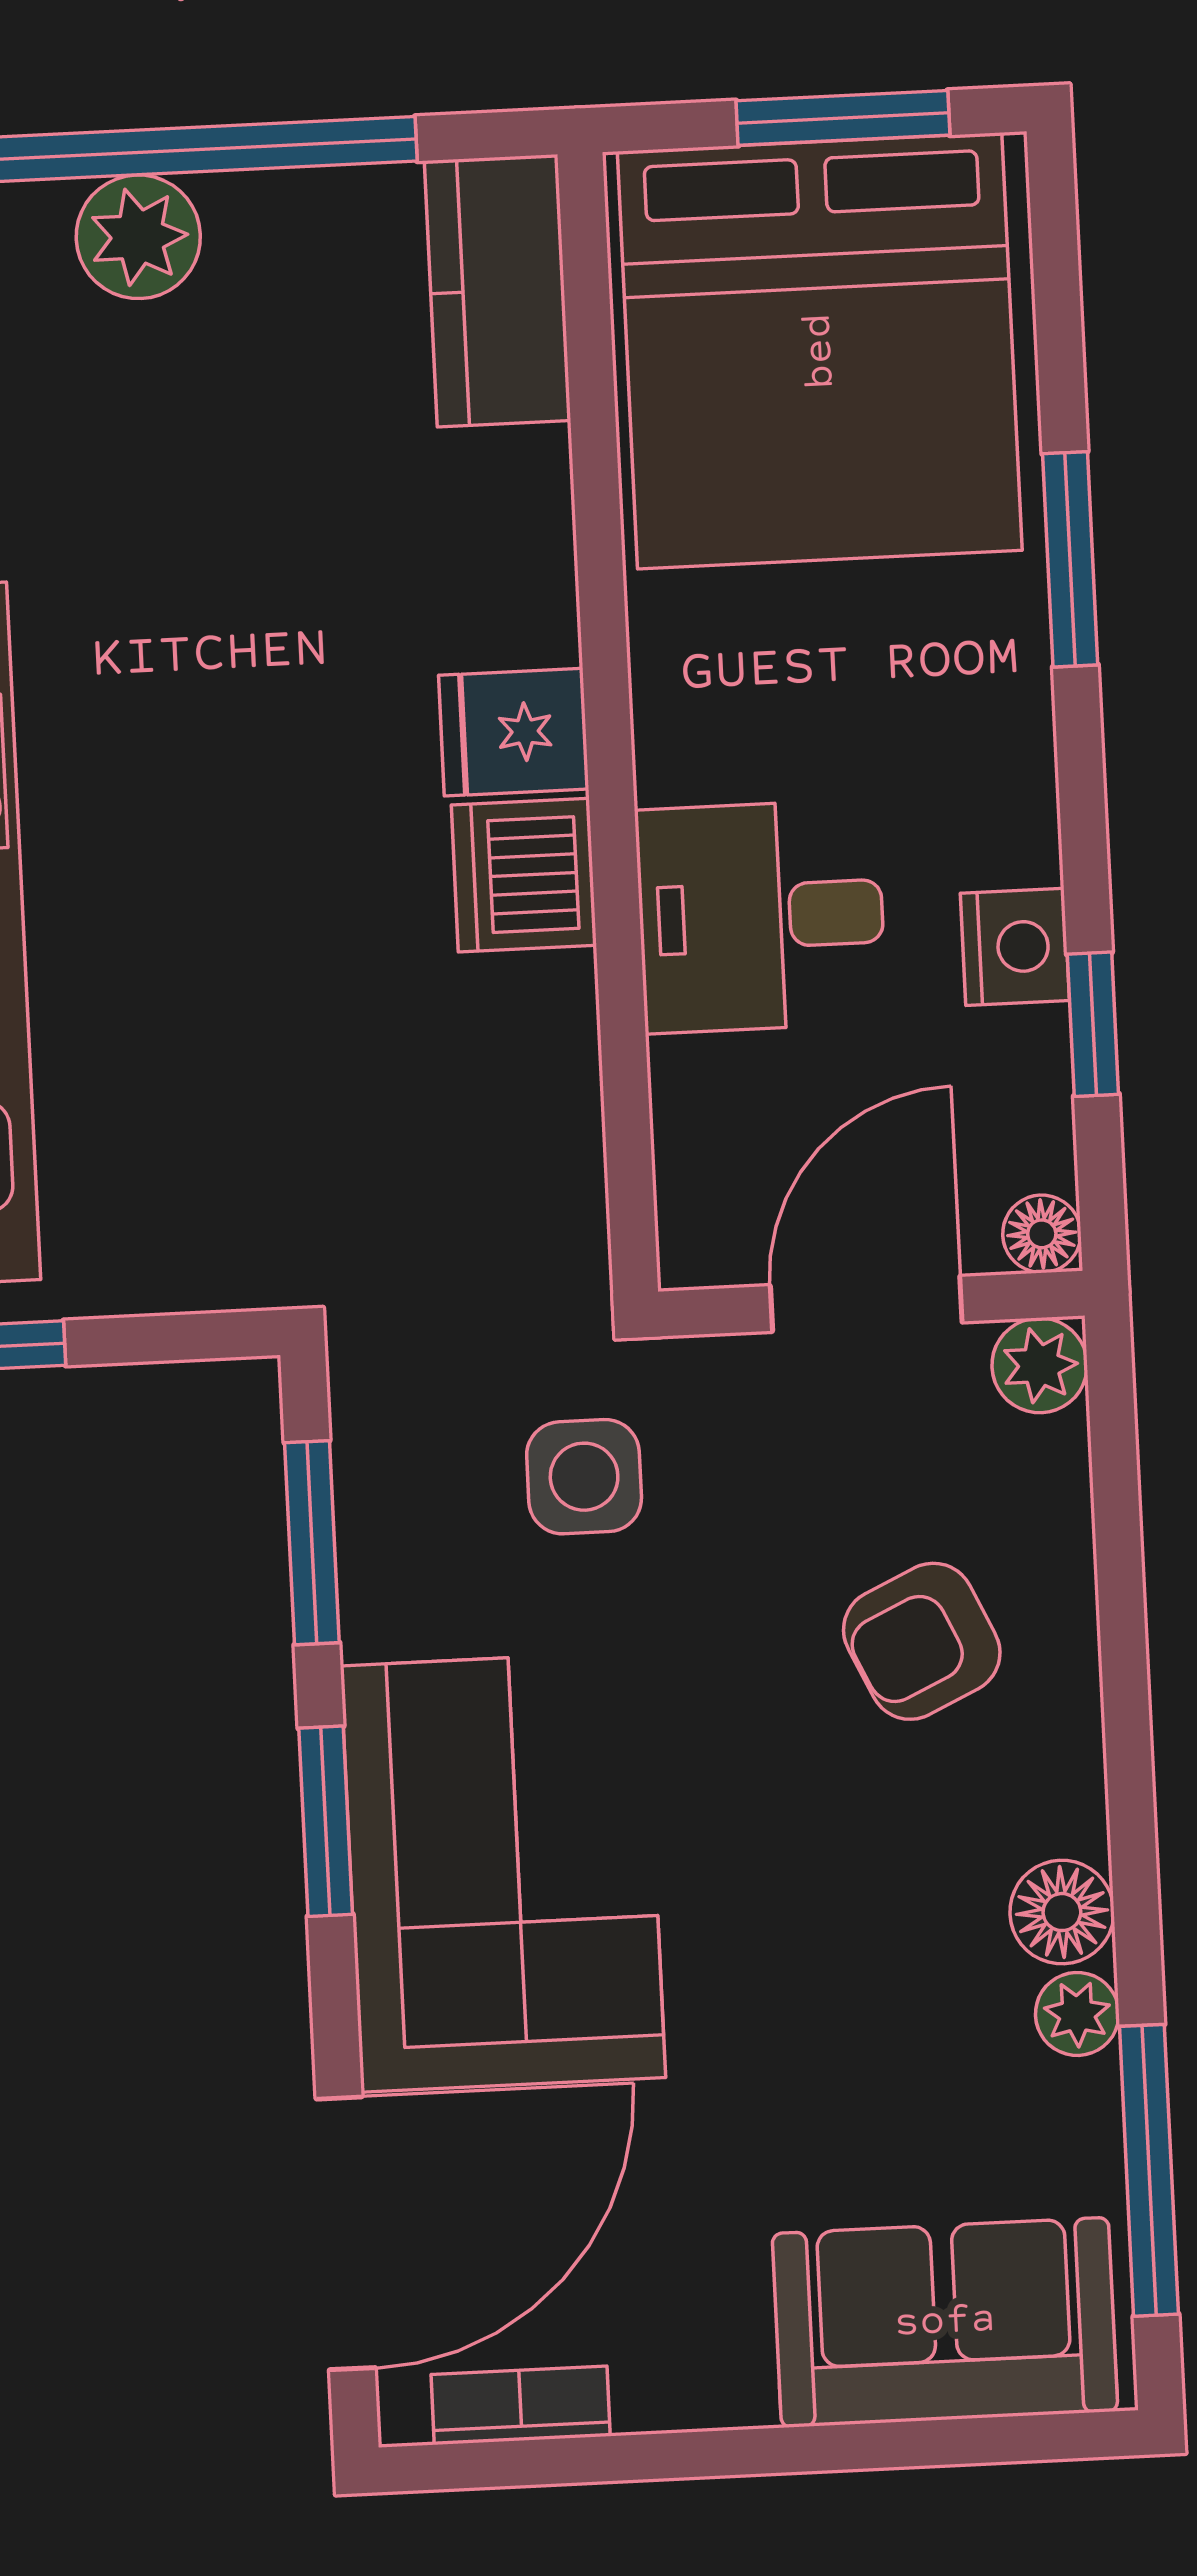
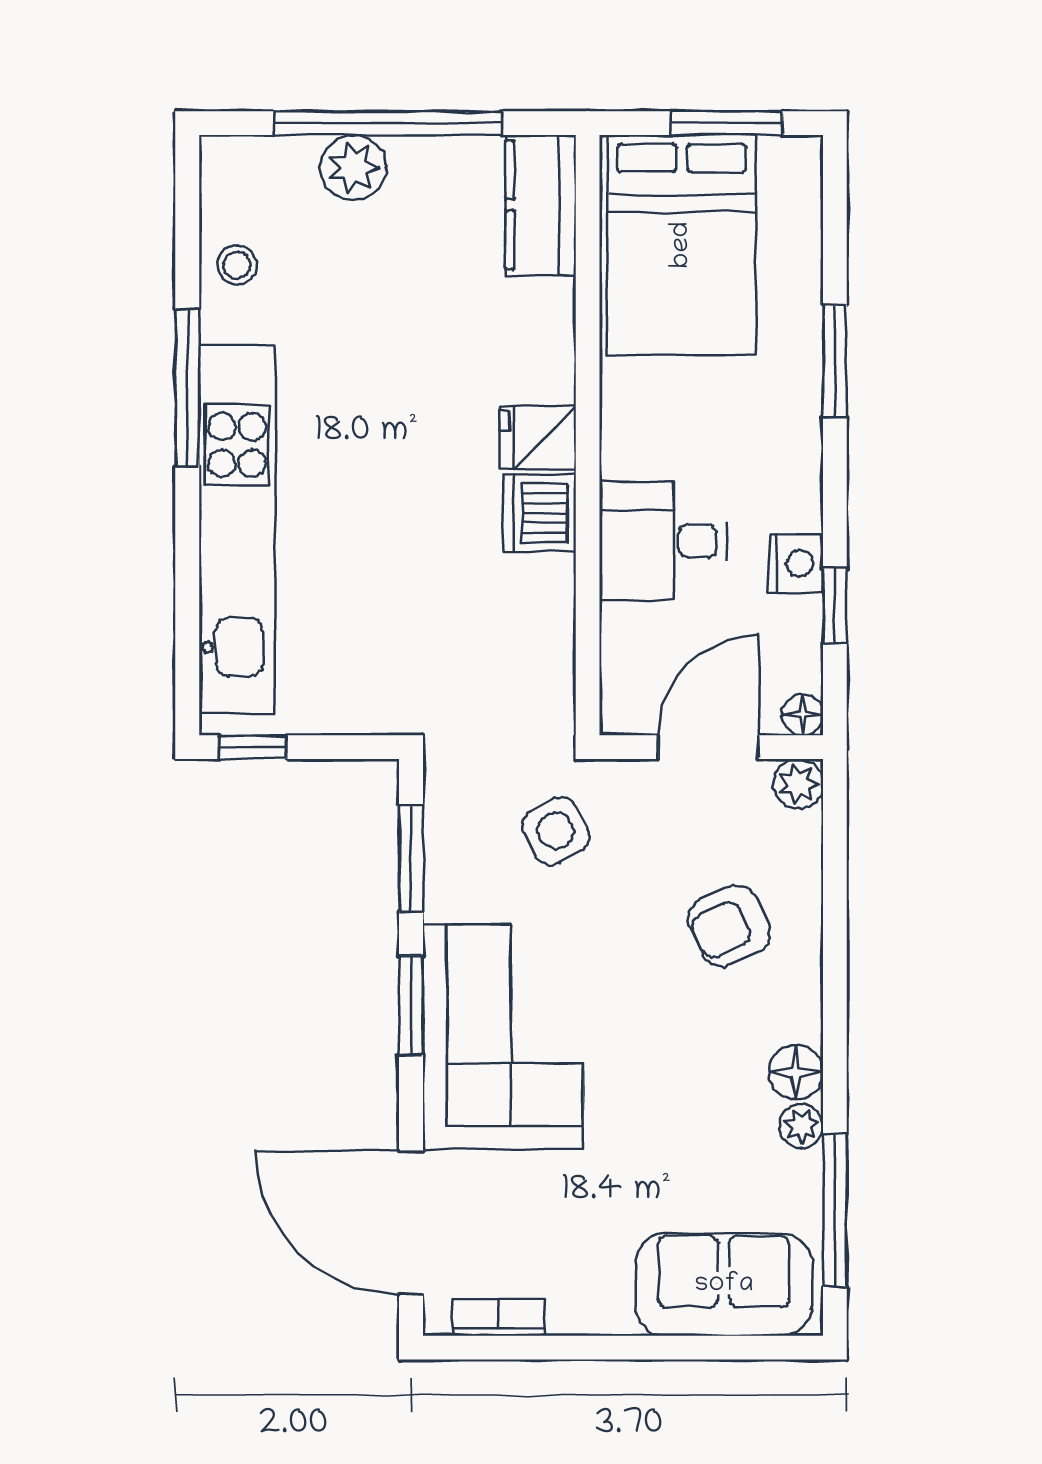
bed: (820, 351) -> (682, 245), width x0.73
side table: (584, 1477) -> (556, 831), turned -30
door: (346, 2233) -> (411, 1222), swing flipped

